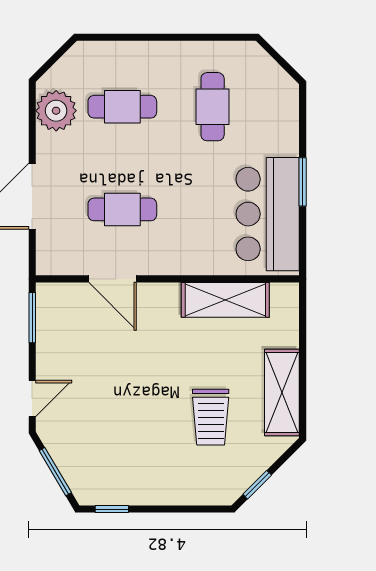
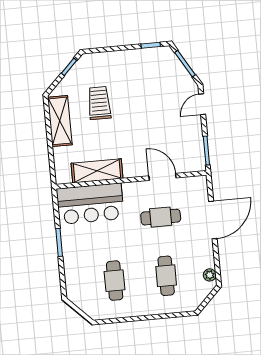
cafe table: (122, 107) -> (166, 276), turned 90
plant: (56, 111) -> (210, 275), width x0.53, depth x0.53
bar counter: (268, 214) -> (90, 204), moved, turned 90

